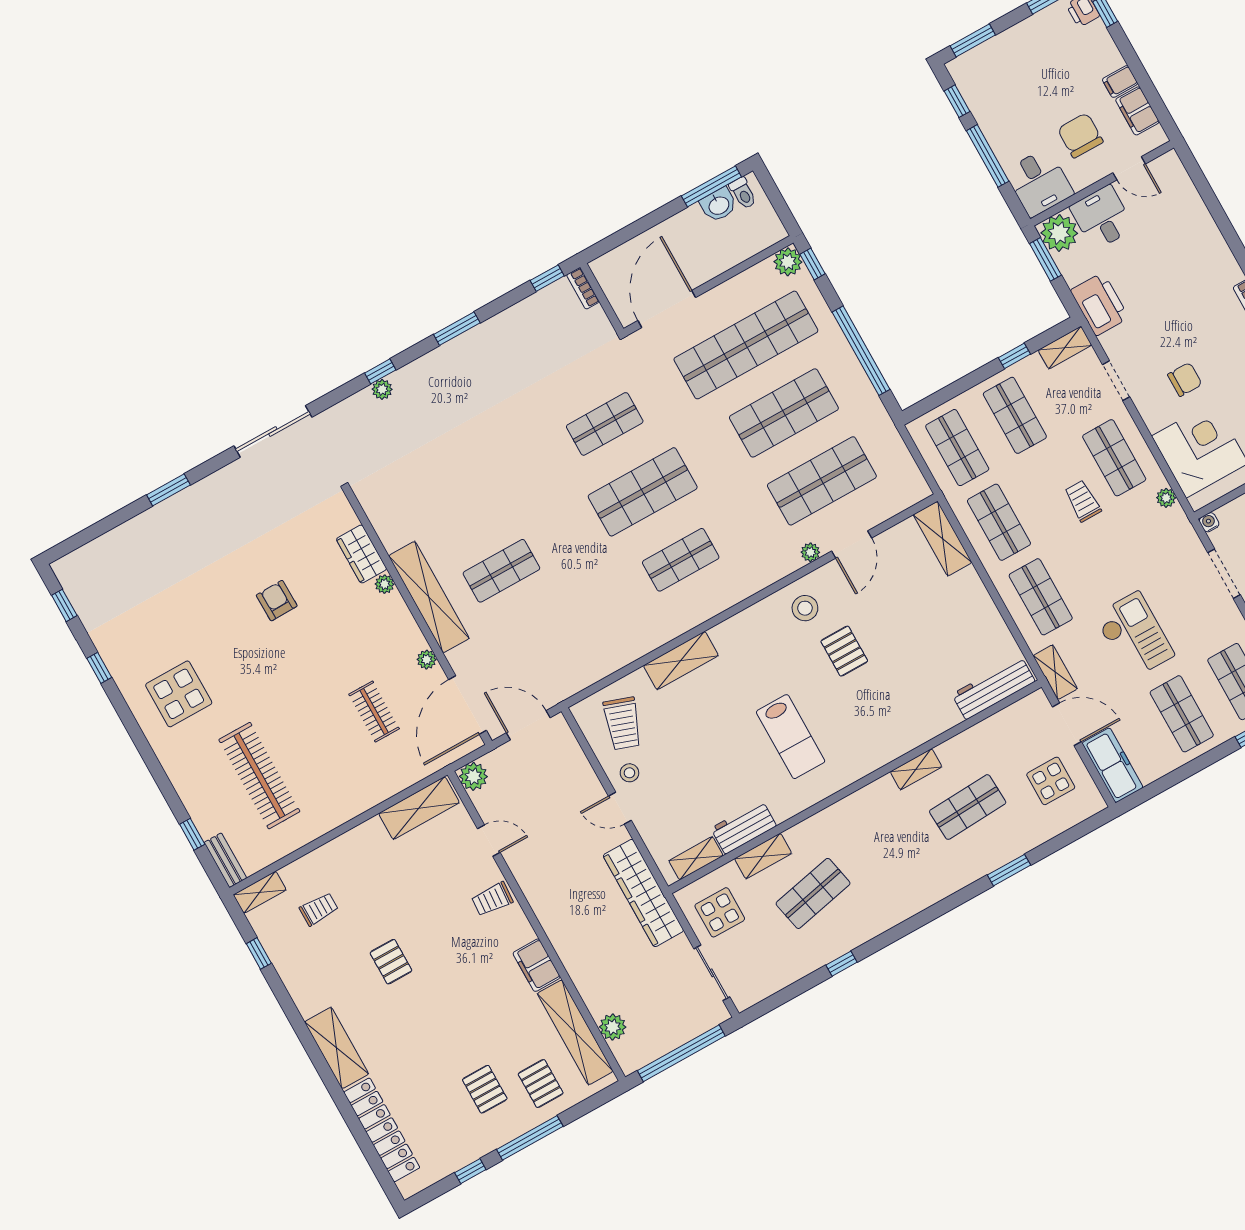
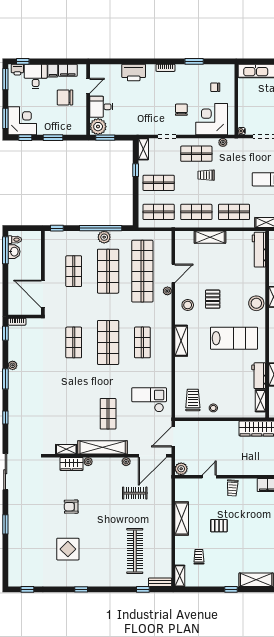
corner desk: (987, 76) -> (22, 121), added
window: (988, 156) -> (53, 138), width x0.69
desk: (1039, 182) -> (36, 76), moved, turned -90
plant: (788, 262) -> (104, 237), moved
printer: (1100, 304) -> (134, 73), moved, turned 180
shop shelf: (746, 345) -> (74, 271), width x0.50, depth x0.74
plant: (382, 389) -> (13, 365), moved
shop shelf: (822, 481) -> (142, 271), width x1.40
shelving: (385, 527) -> (66, 449), added
shelving: (943, 539) -> (210, 237), moved
door: (852, 544) -> (173, 273), hinge flipped
checkout: (574, 637) -> (149, 400), added
pallet: (844, 651) -> (213, 299), turned 90
shelving: (681, 661) -> (181, 341), moved
window: (99, 668) -> (81, 589), moved
display table: (179, 694) -> (68, 549), moved
door: (467, 705) -> (152, 456), hinge flipped
trolley: (623, 723) -> (193, 400), turned -109
lab bench: (791, 737) -> (234, 338), width x1.36, depth x1.39
stool: (884, 742) -> (256, 303), added
clothes rail: (259, 776) -> (135, 551), turned 90
shelving: (419, 808) -> (182, 518), moved
door: (620, 808) -> (225, 419), removed
window: (259, 953) -> (231, 589), moved
pallet: (391, 962) -> (219, 526), moved

